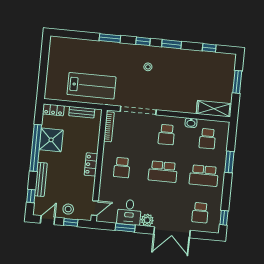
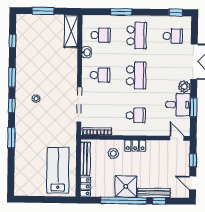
lab bench: (91, 86) -> (58, 170), moved
bench: (82, 112) -> (85, 159), width x1.36
shower: (51, 140) -> (126, 186), moved
window: (31, 196) -> (159, 201), moved
stool: (68, 209) -> (113, 153), moved

